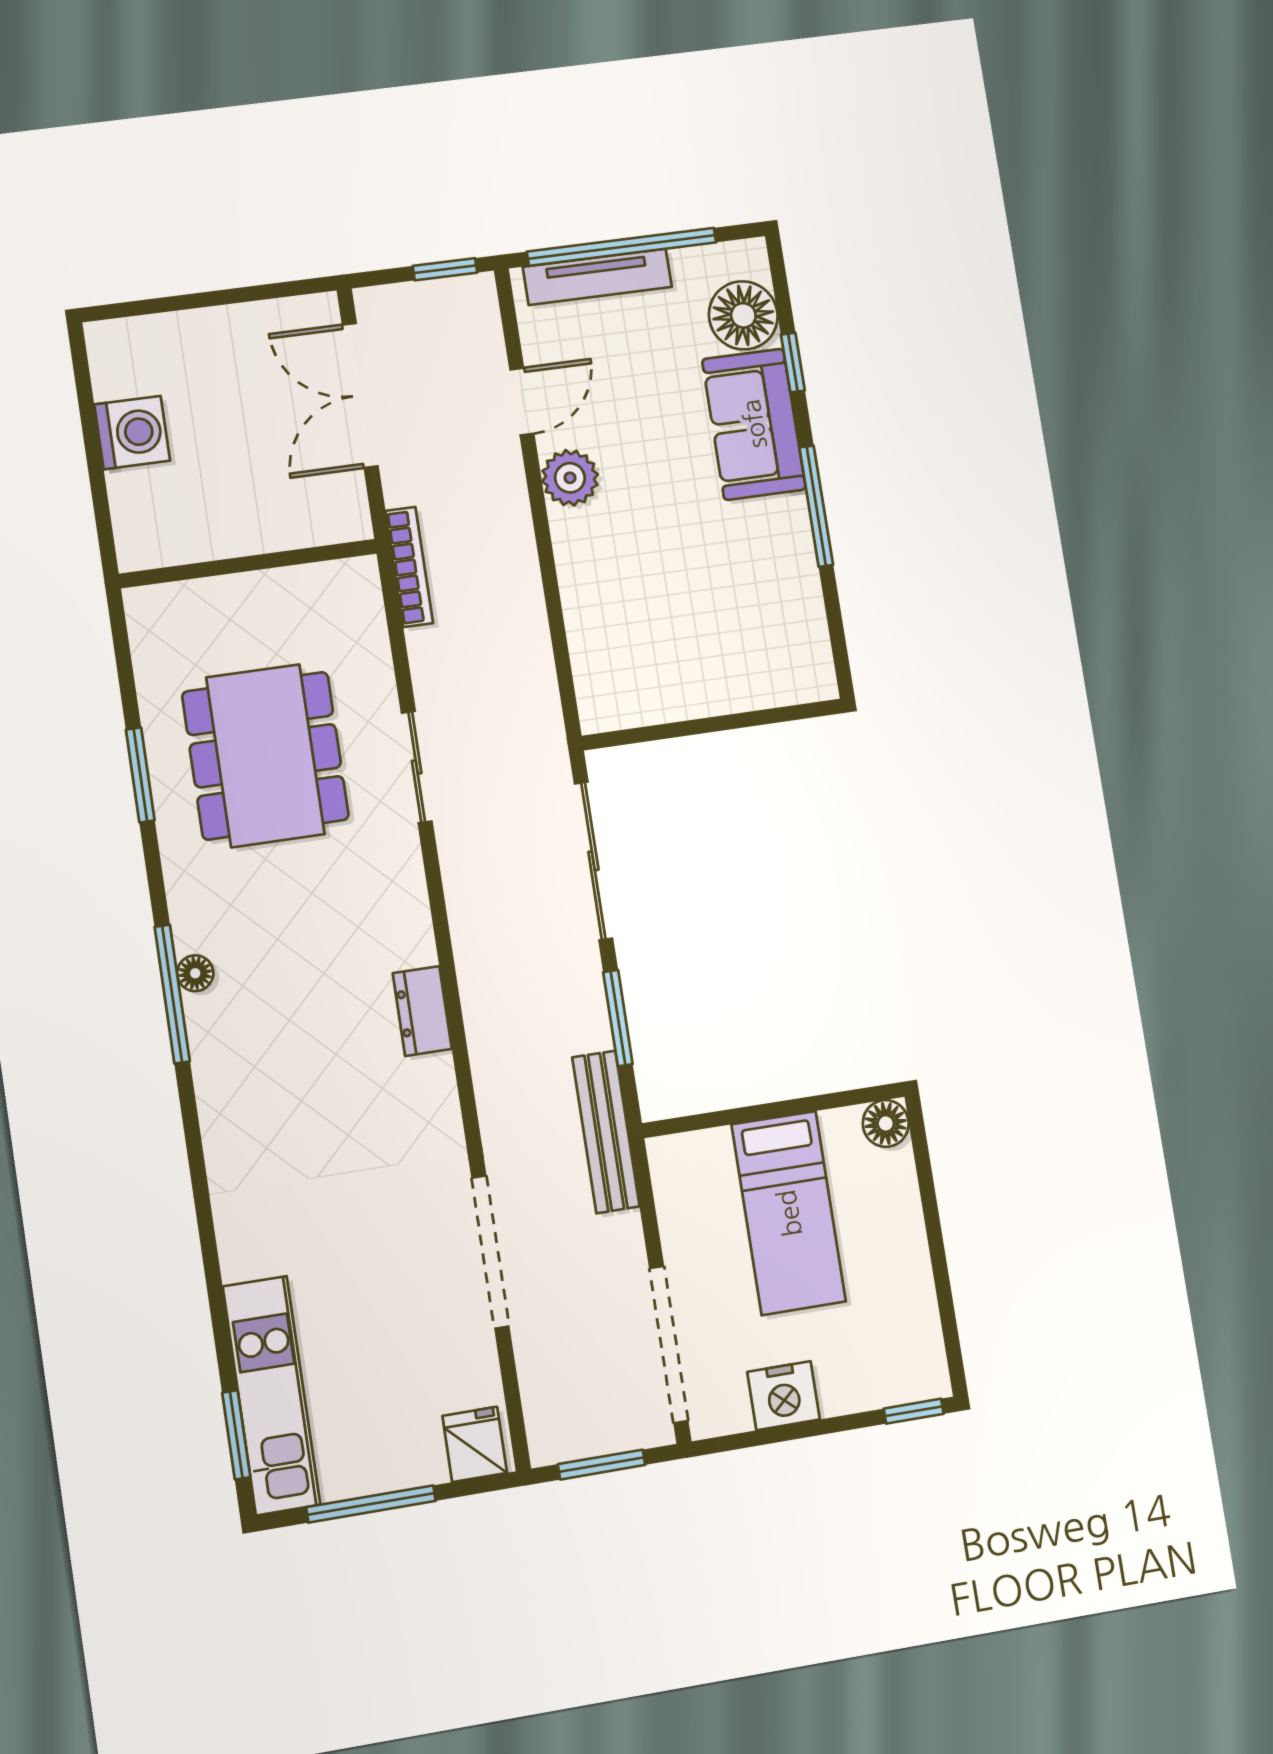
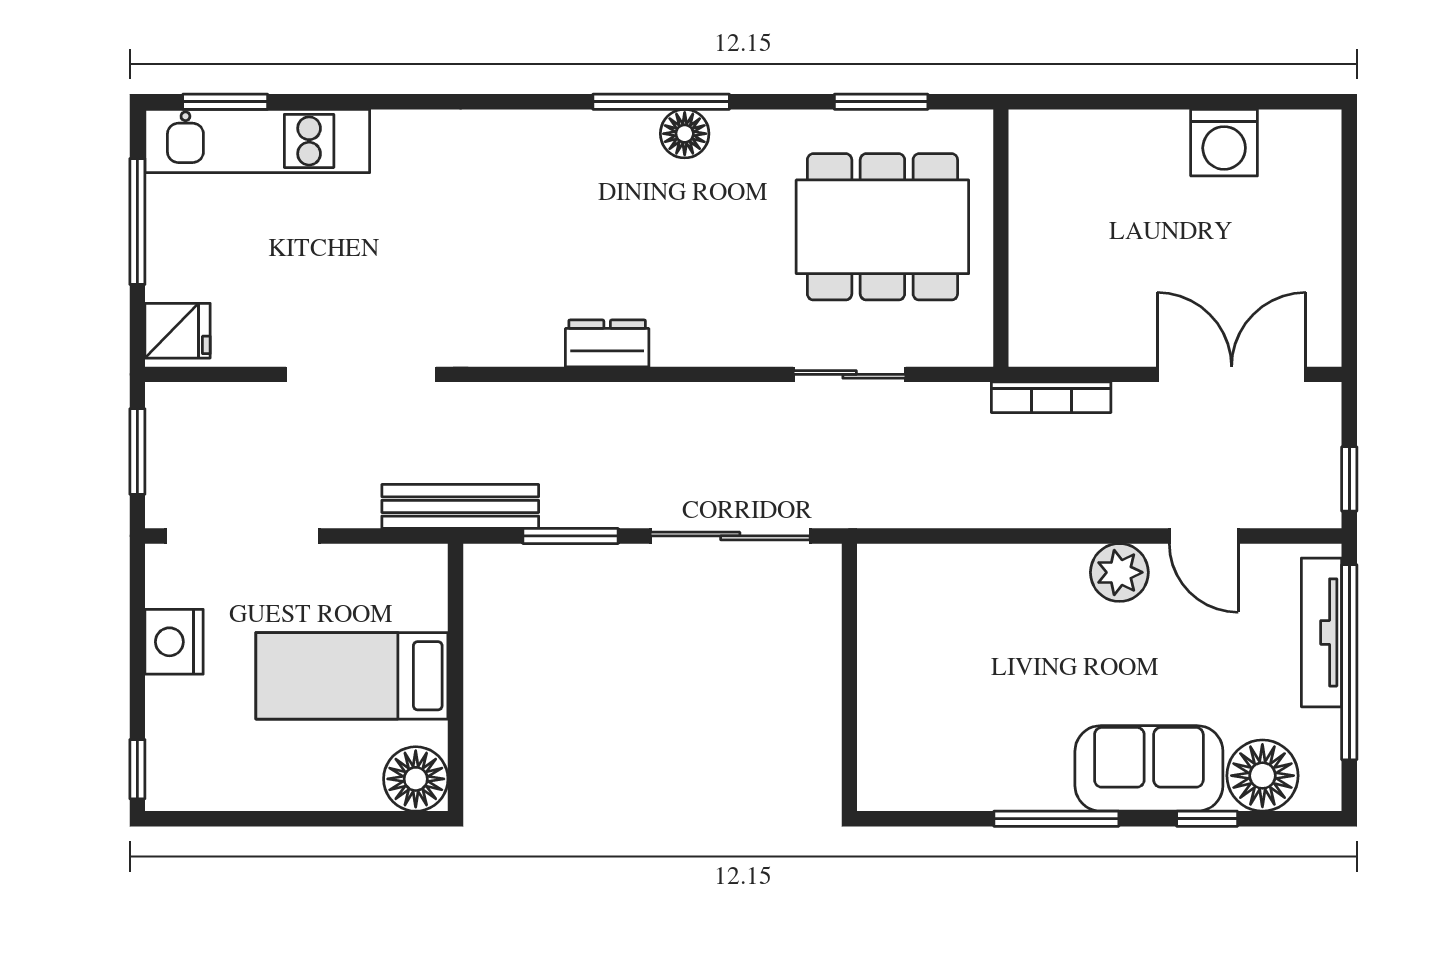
wall: (248, 564) -> (1001, 238), moved
floor lamp: (195, 973) -> (685, 134), width x1.37, depth x1.37
floor lamp: (886, 1123) -> (416, 779), width x1.38, depth x1.38

